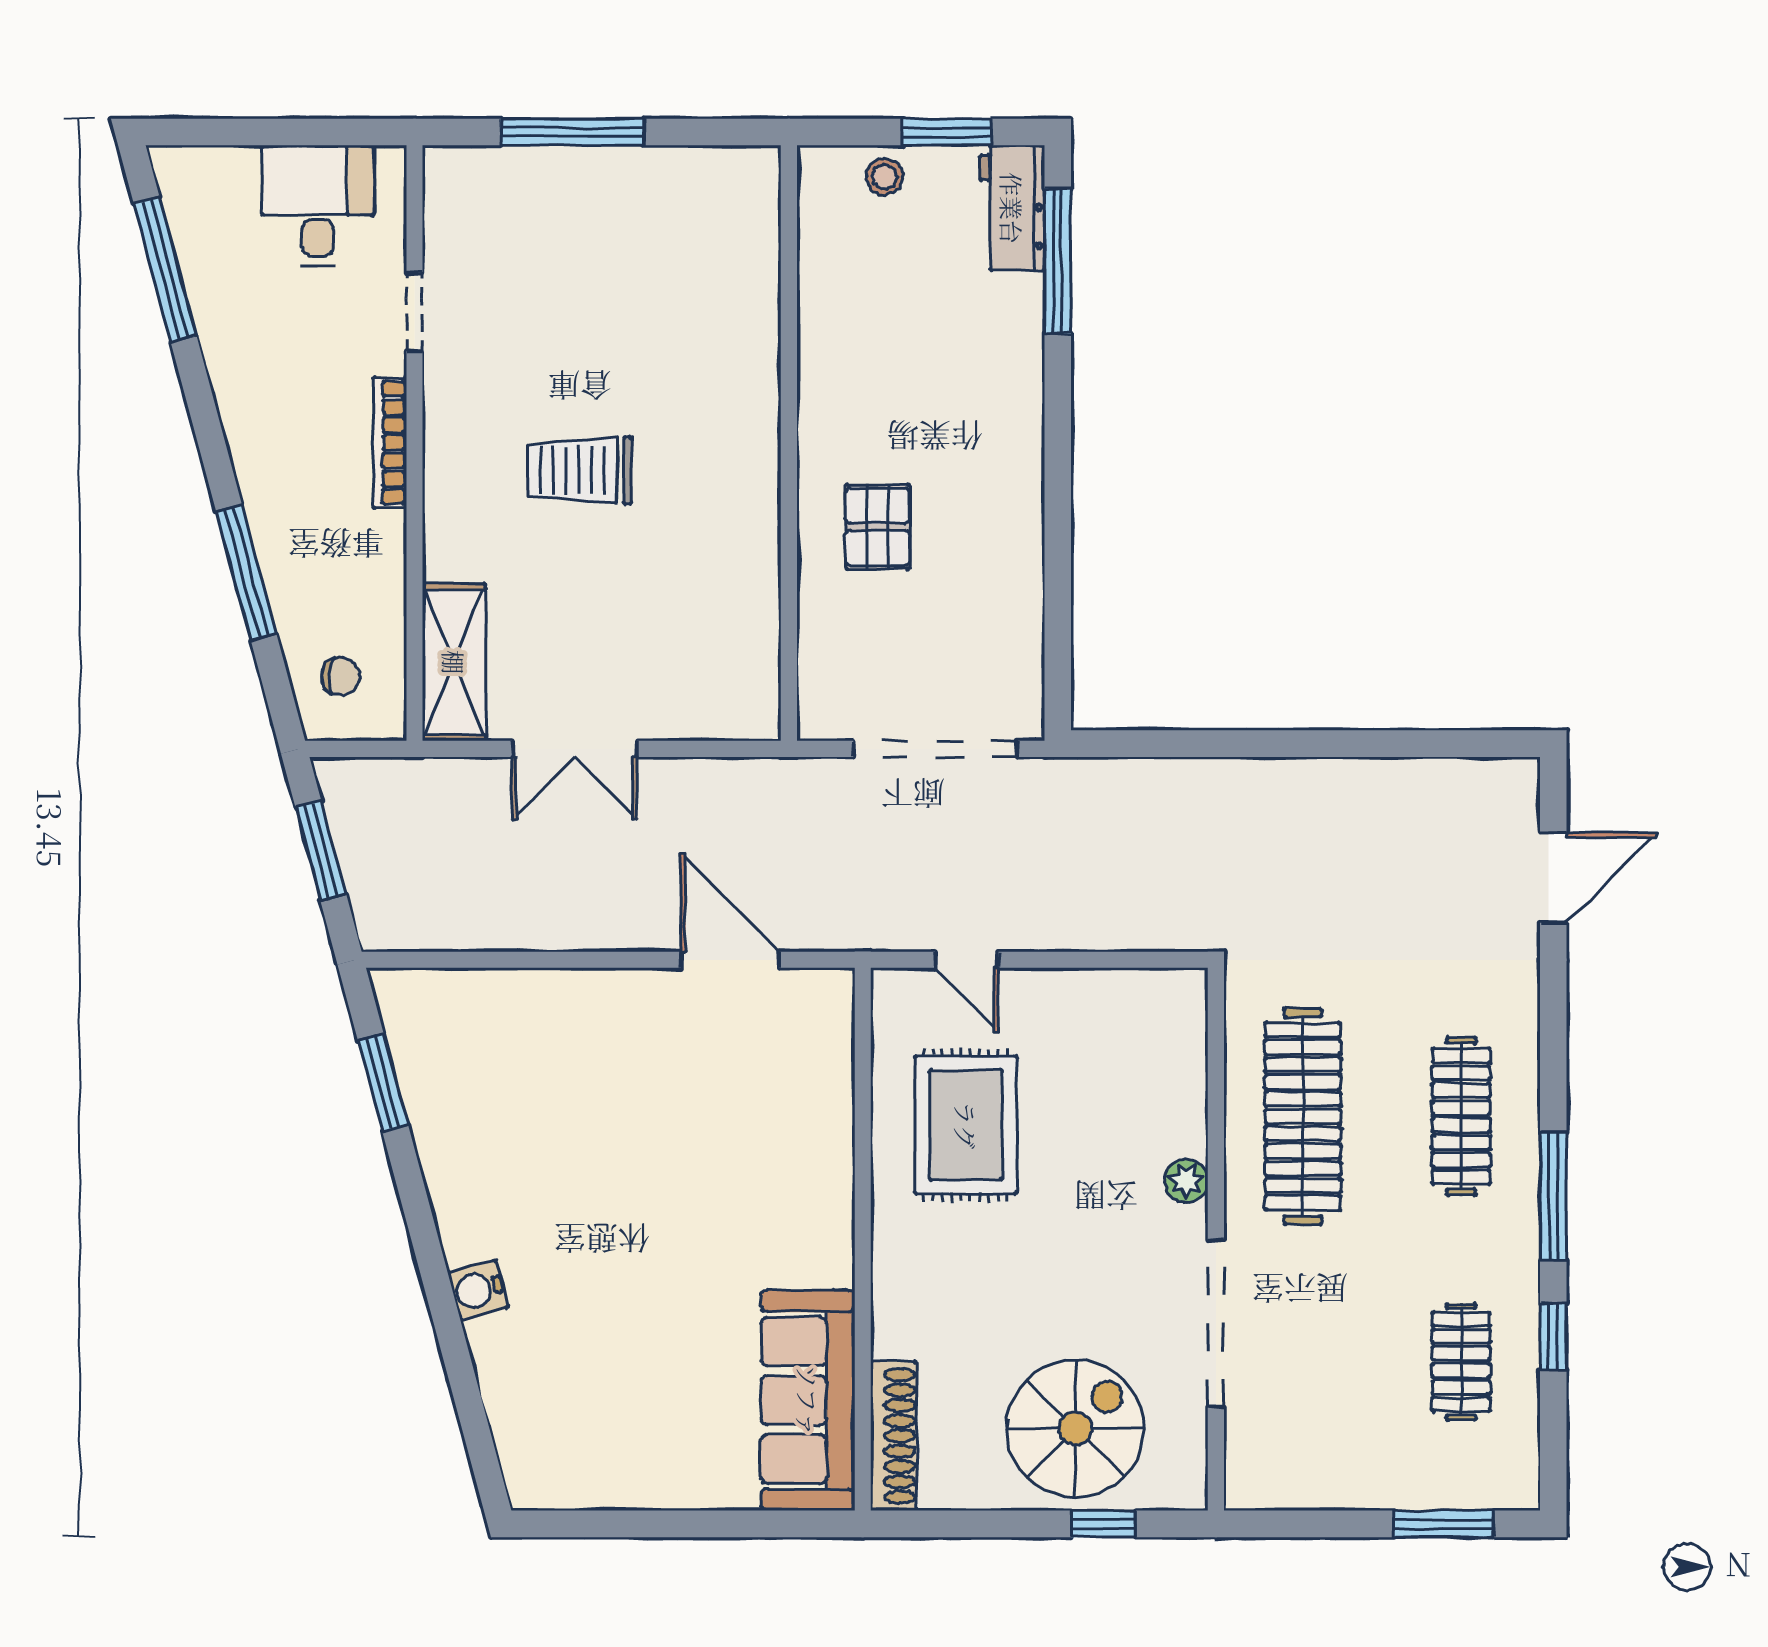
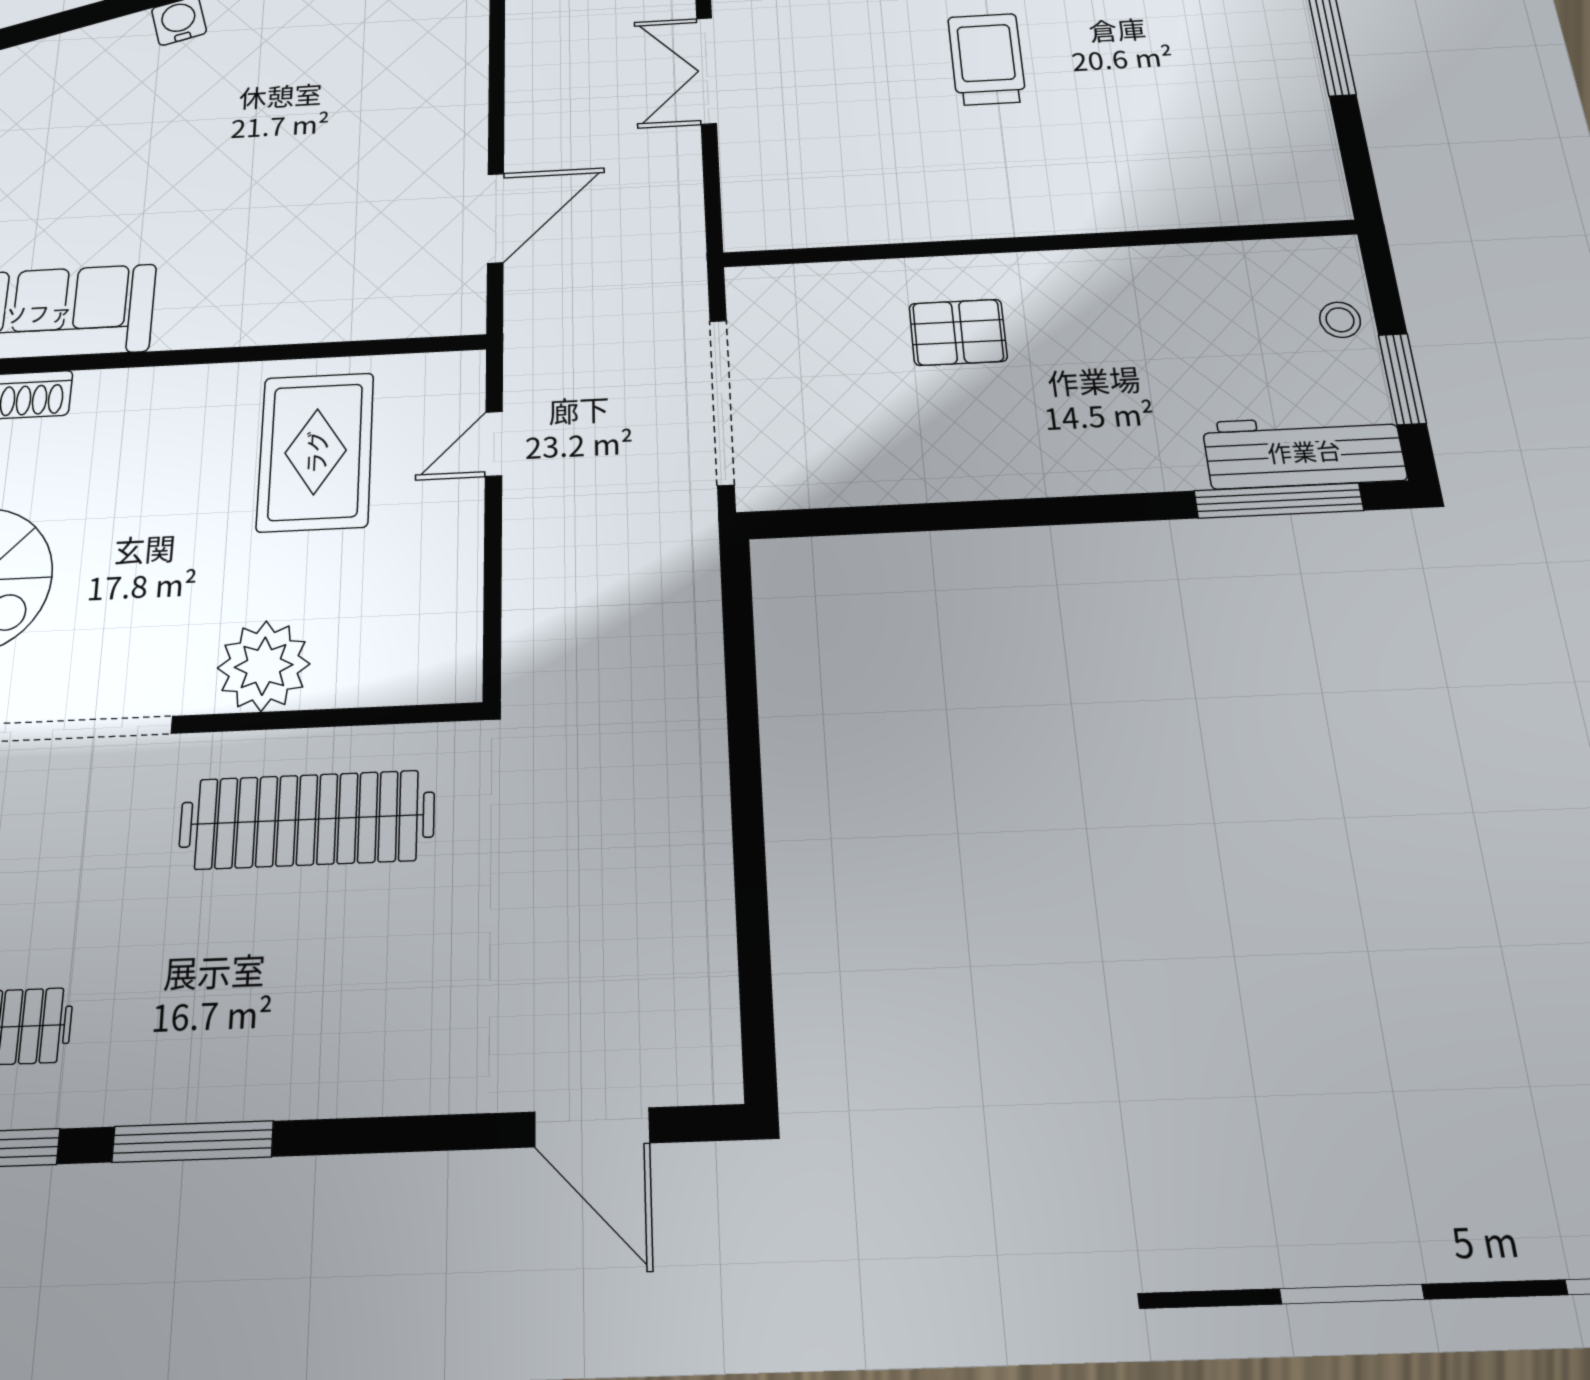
workbench: (1012, 208) -> (1304, 451), width x1.38
clothes rail: (1461, 1116) -> (298, 1016), removed
rug: (966, 1125) -> (316, 452), turned 90
plant: (1186, 1181) -> (264, 666), width x1.88, depth x1.88

